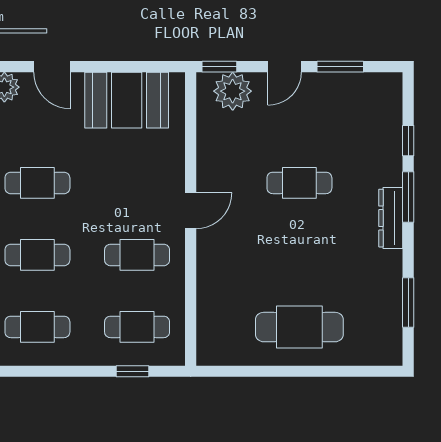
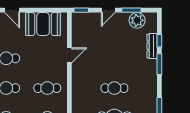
plant: (233, 91) -> (137, 20), moved
cafe table: (299, 183) -> (114, 88), moved
door: (191, 211) -> (69, 55), moved
dresser: (391, 218) -> (152, 46), moved

